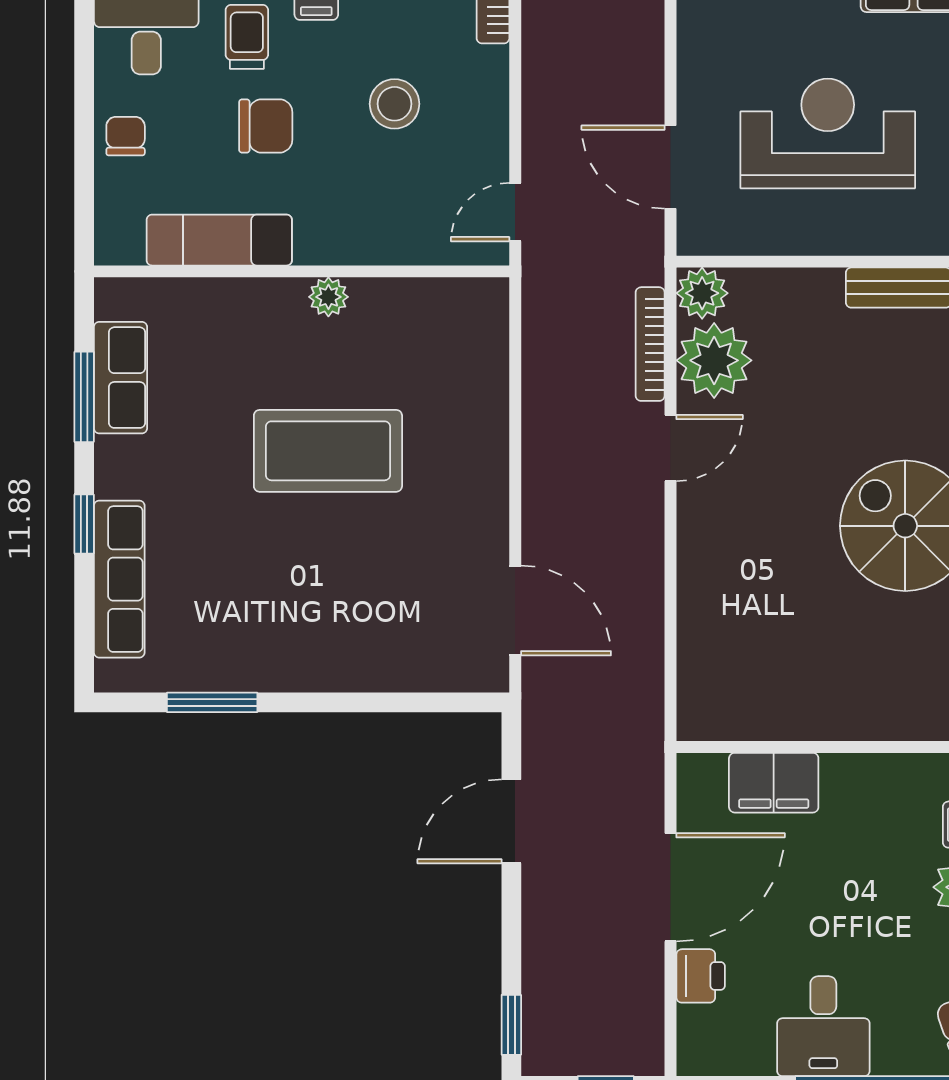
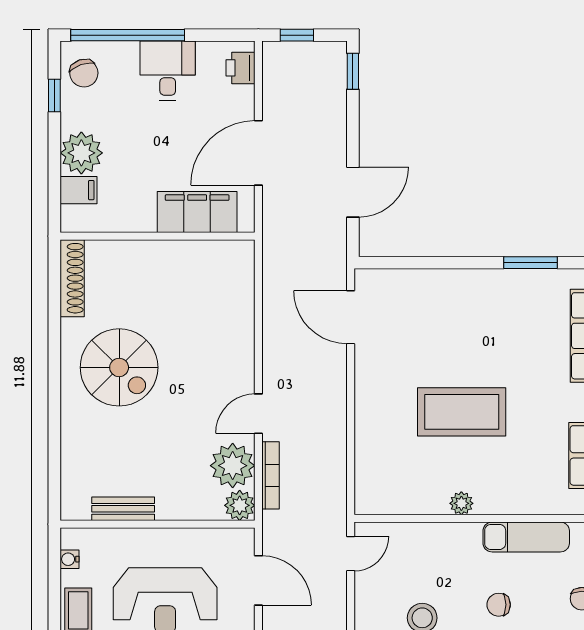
chair: (266, 126) -> (499, 605), width x0.73, depth x0.73
filing cabinet: (774, 783) -> (197, 212), width x1.50, depth x1.17
printer: (701, 976) -> (241, 68), moved

